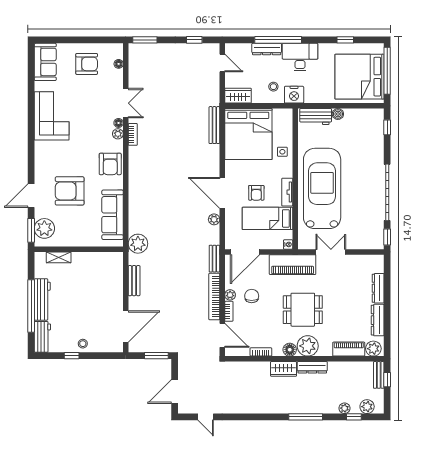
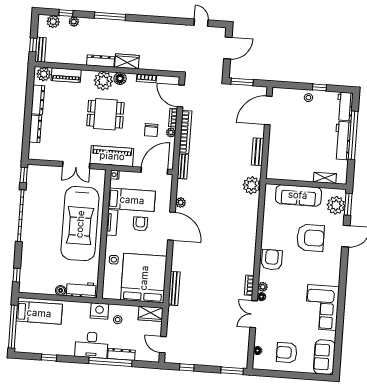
bed: (359, 77) -> (39, 313), width x0.49
sofa: (113, 215) -> (298, 195), moved, turned 90

